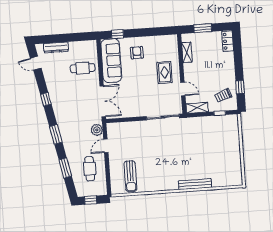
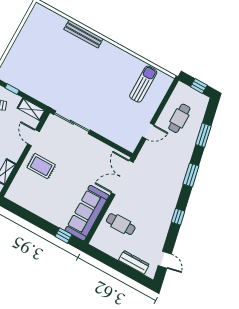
armchair: (137, 53) -> (56, 204), removed
rug: (165, 73) -> (41, 166), turned 90
plant: (97, 130) -> (147, 153), removed

